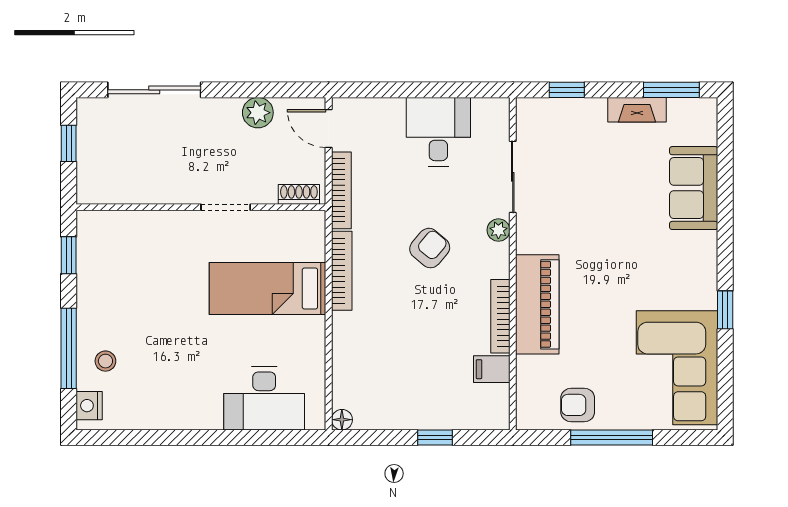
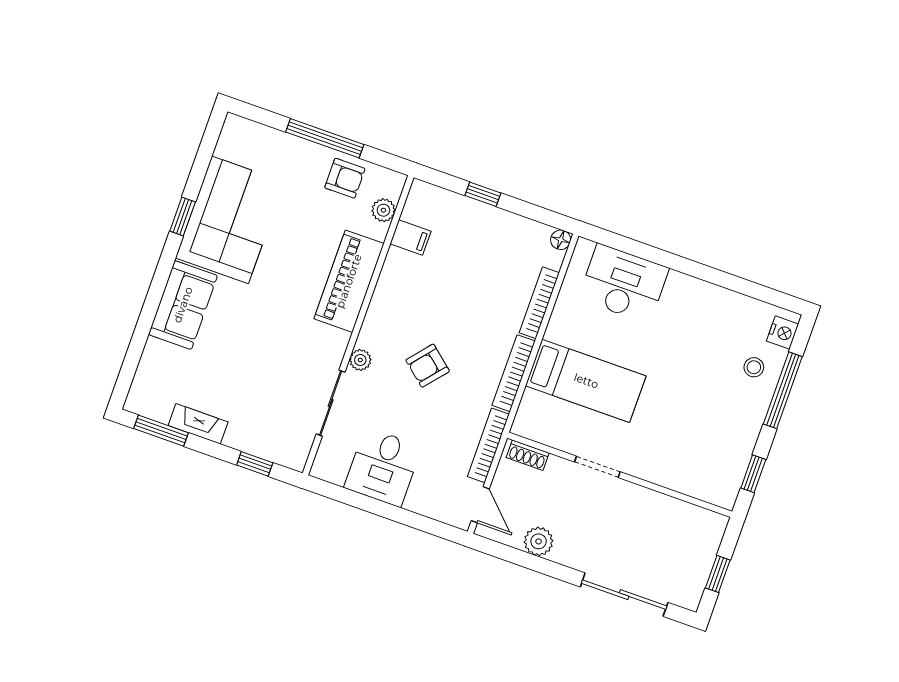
sofa: (694, 188) -> (183, 305), moved
bookcase: (500, 316) -> (539, 303), moved, turned 180
corner sofa: (677, 368) -> (230, 220), moved
plant: (528, 387) -> (383, 210), added

